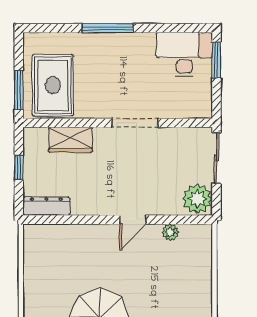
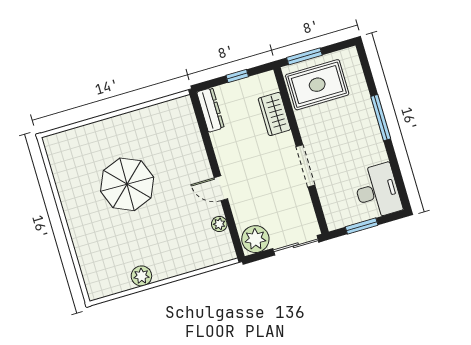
window: (217, 60) -> (362, 226), moved

